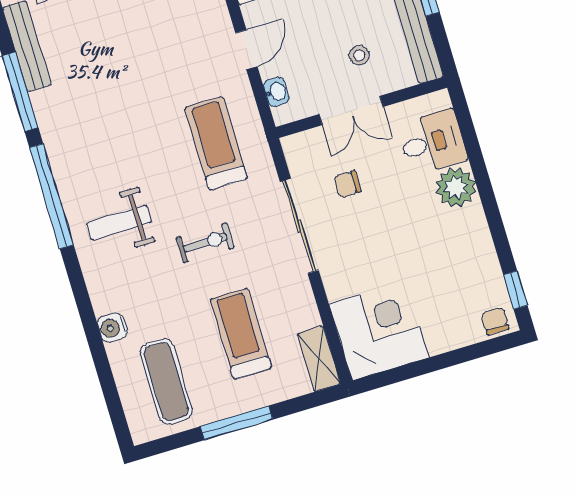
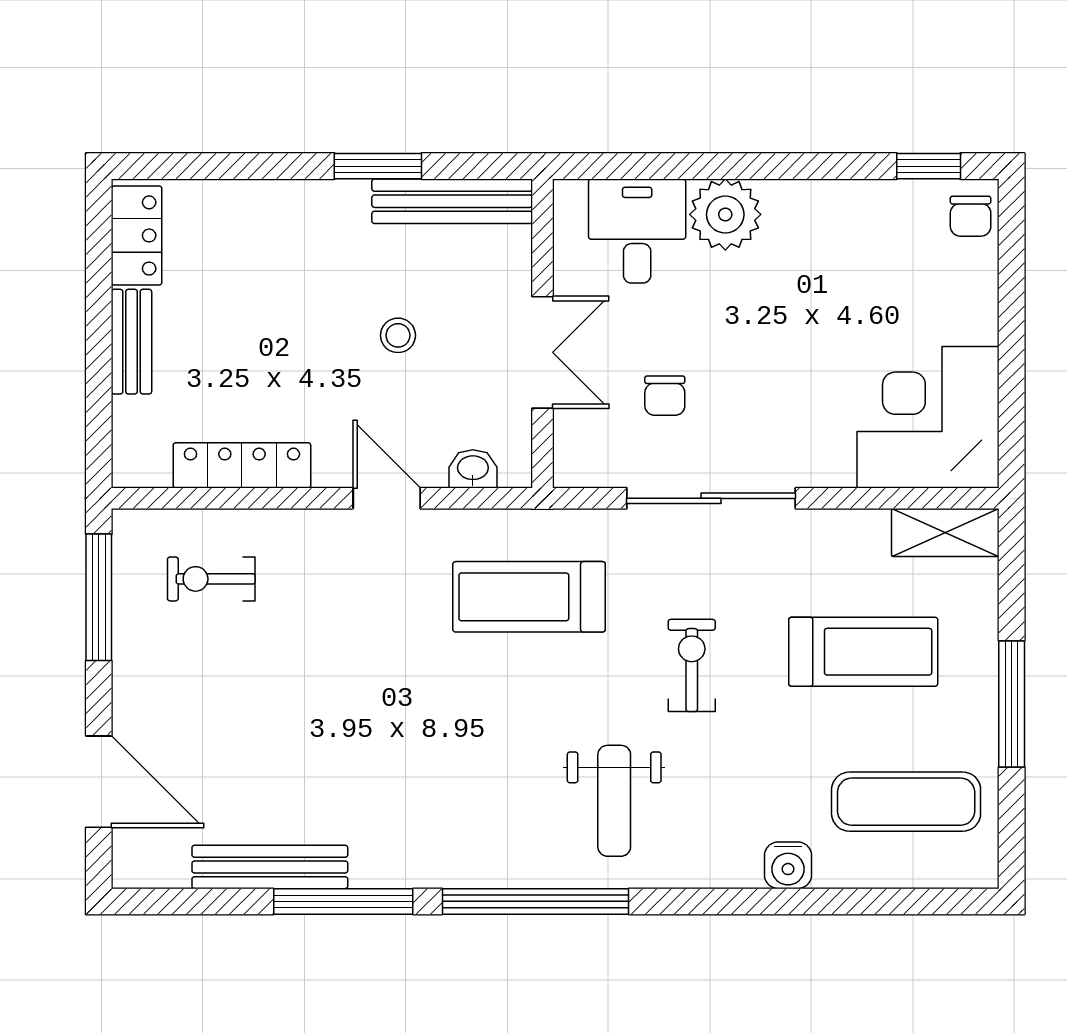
stool: (359, 55) -> (398, 335), moved
chair: (495, 321) -> (971, 216), turned -90
treadmill: (241, 334) -> (863, 652), turned 180

